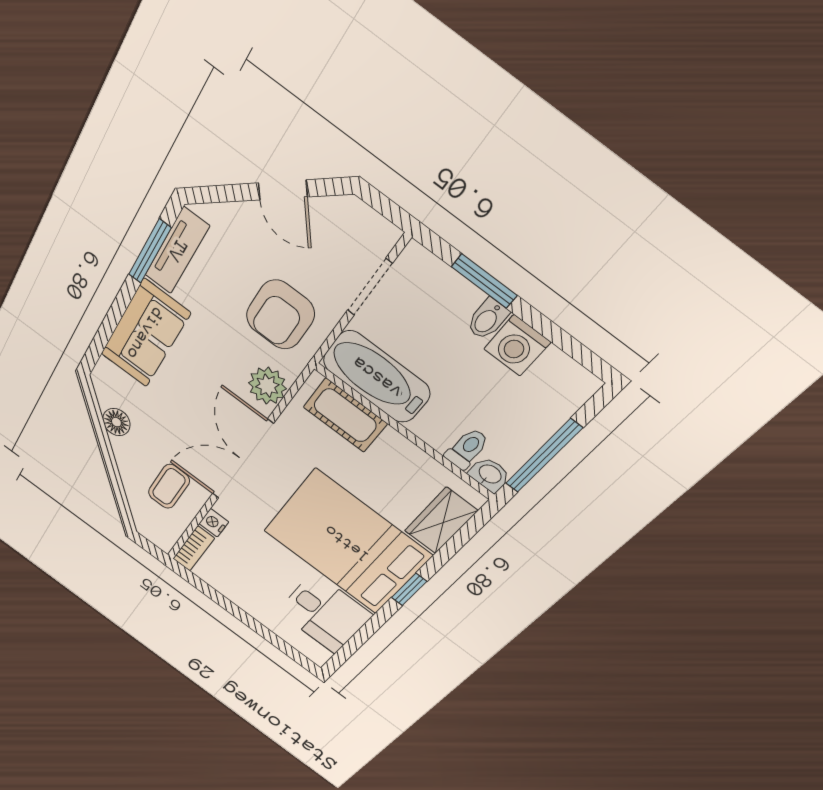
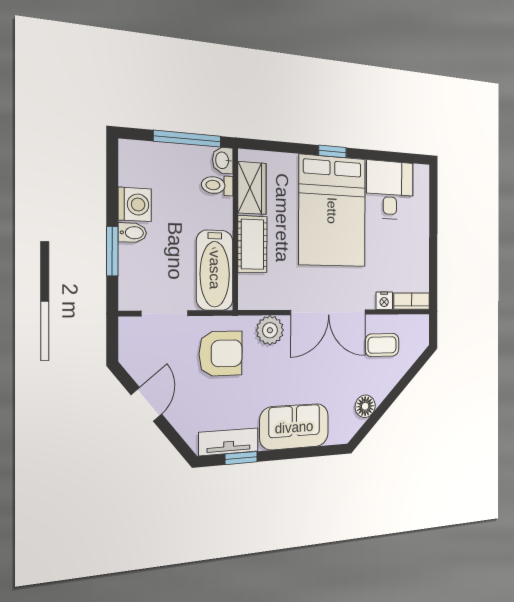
window: (150, 251) -> (241, 458), width x0.67
cot: (345, 415) -> (252, 244), moved
wardrobe: (441, 521) -> (252, 188), moved, turned -90

